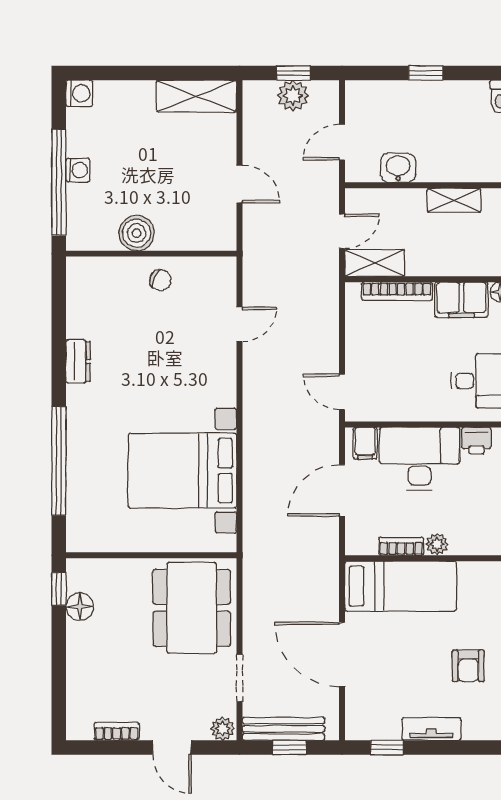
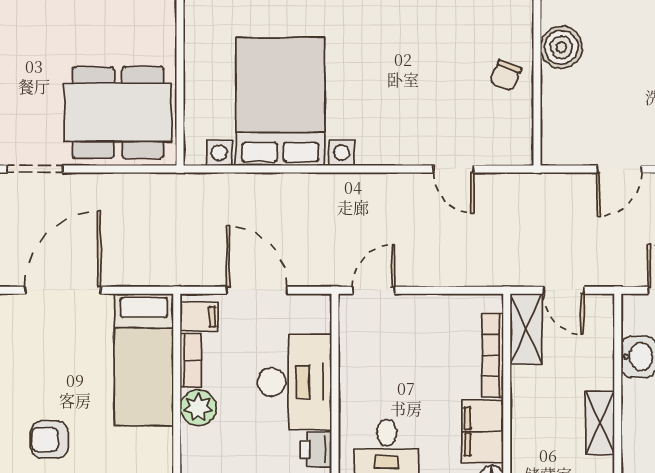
filing cabinet: (365, 443) -> (199, 317), moved, turned 180
plant: (437, 544) -> (198, 408), width x1.38, depth x1.38

